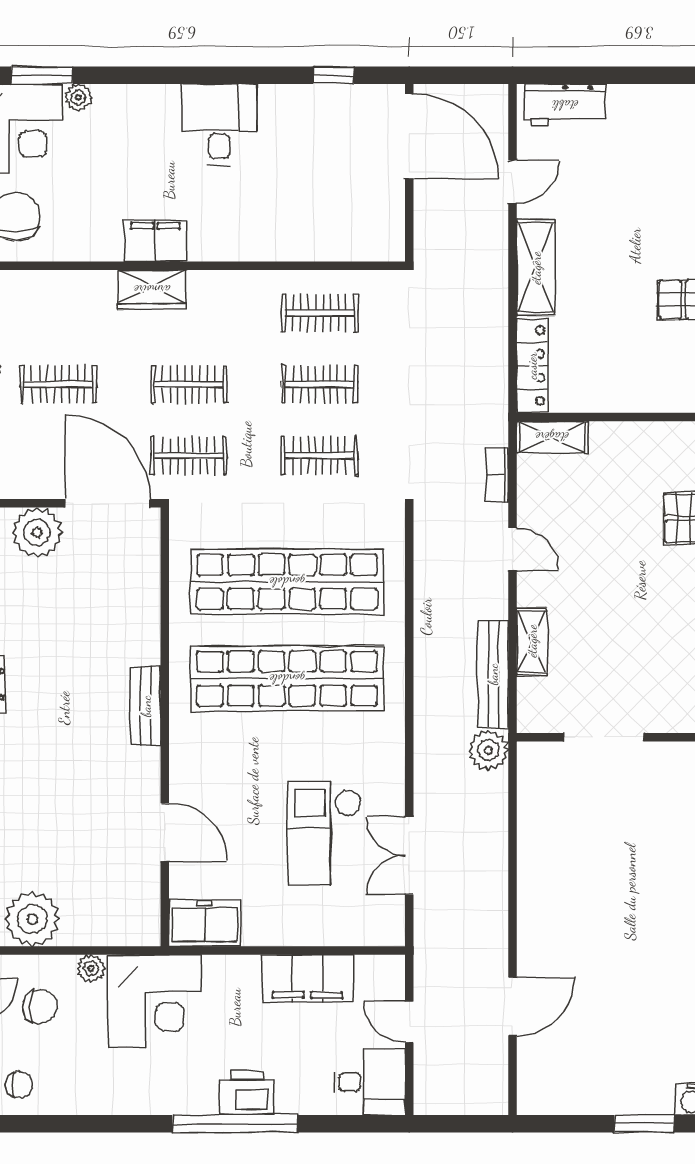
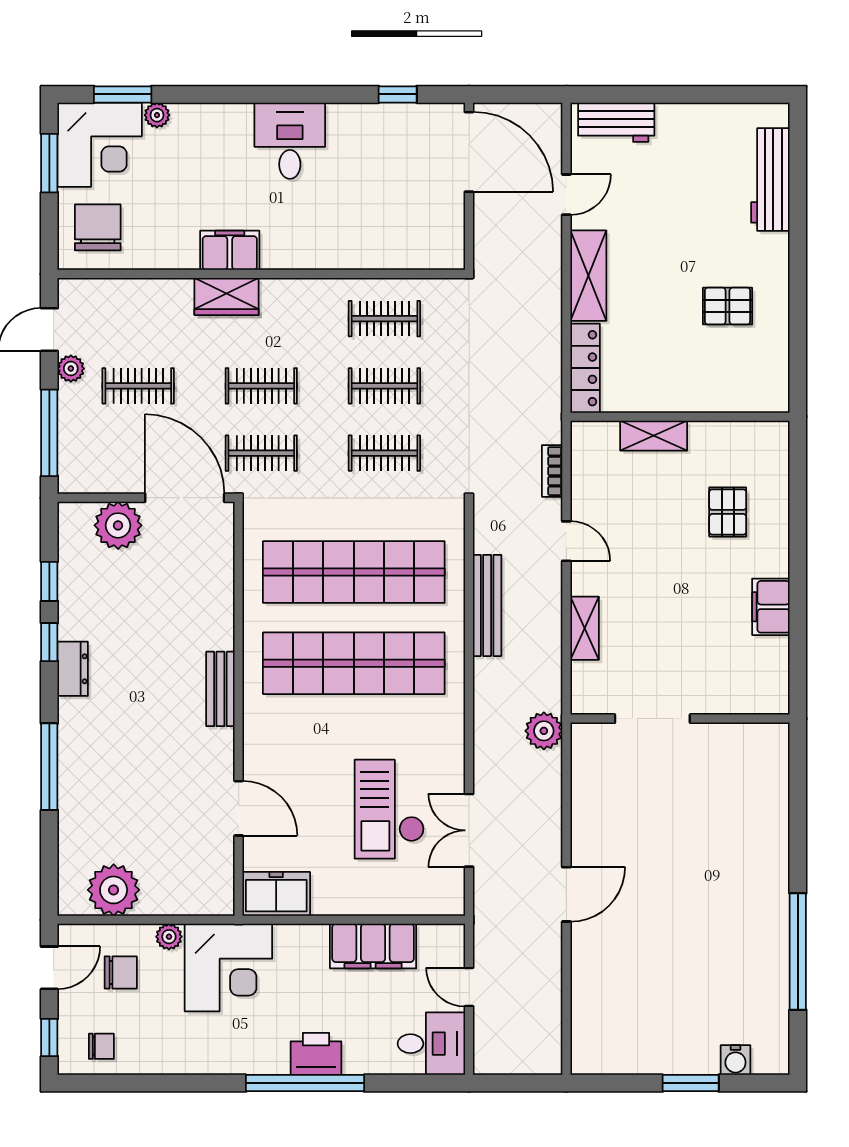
shelving: (552, 437) -> (654, 436), moved
bench: (493, 674) -> (487, 605), moved
door: (512, 1006) -> (566, 894), moved

